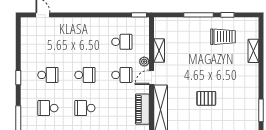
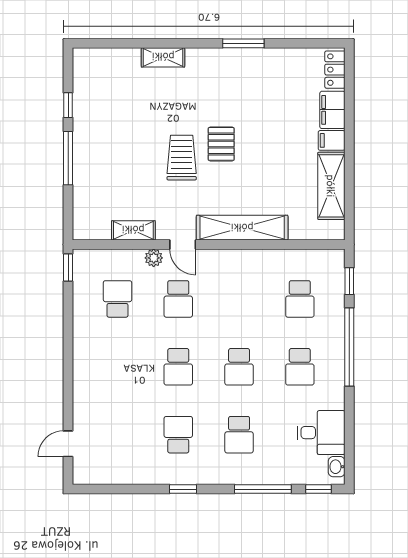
trolley: (223, 37) -> (182, 158), moved
shelving: (253, 51) -> (163, 57), moved
school desk: (85, 75) -> (178, 367), turned 180
school desk: (122, 75) -> (178, 299), turned 180
piano: (142, 109) -> (241, 261), removed

